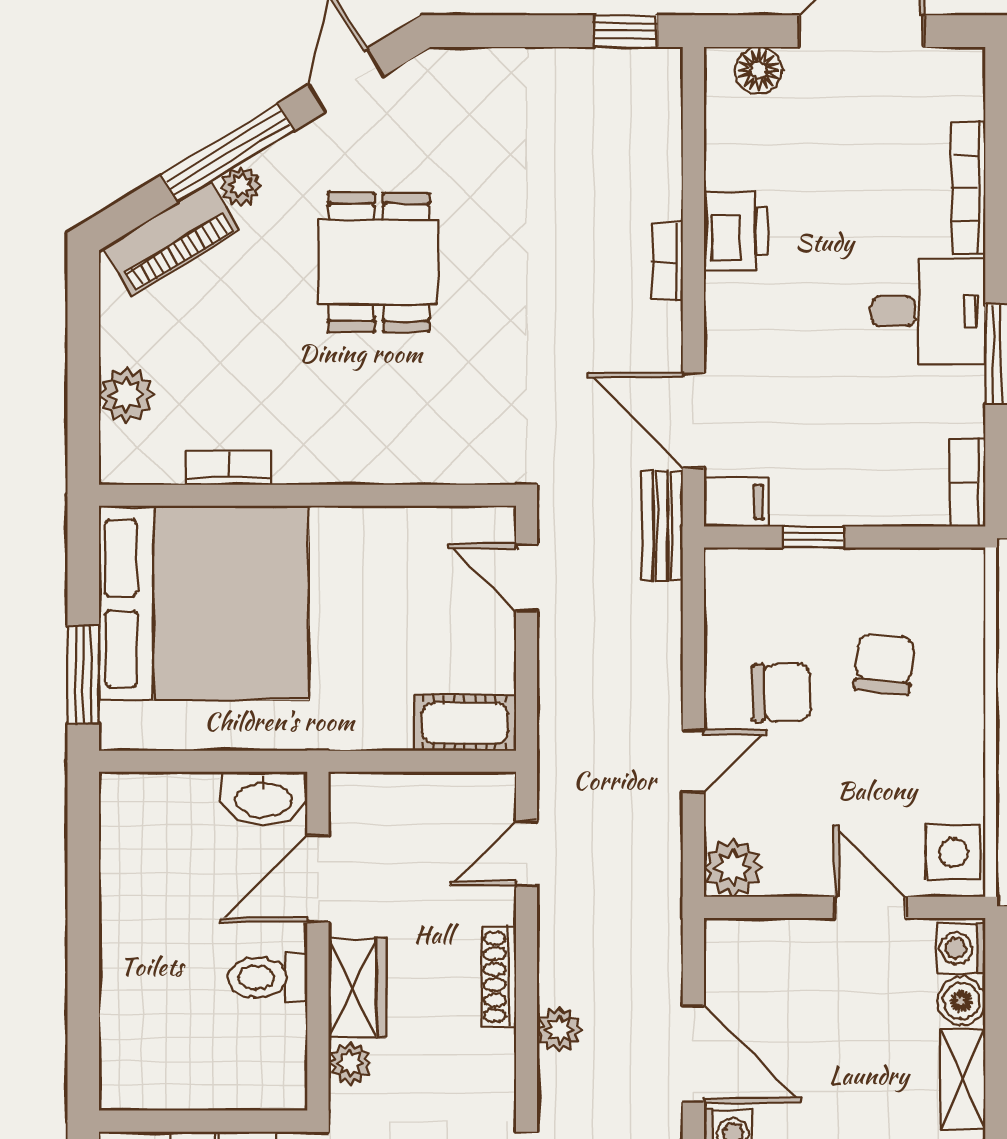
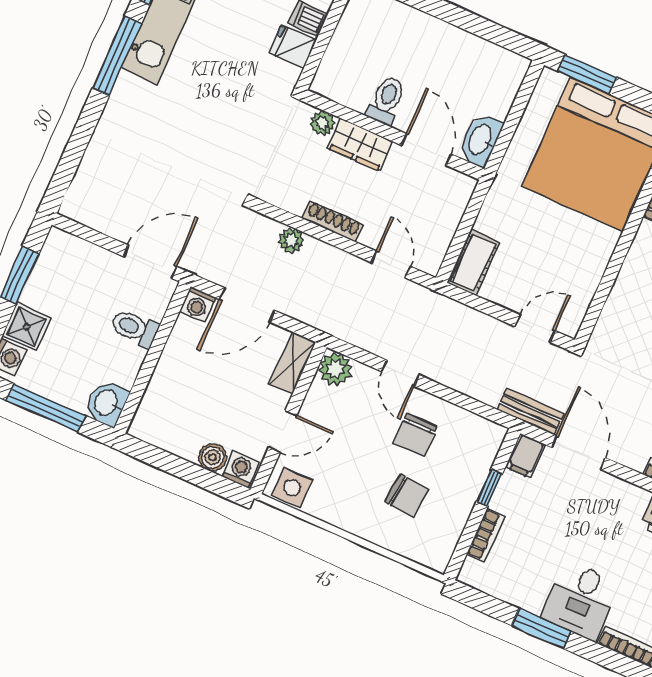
door: (693, 420) -> (578, 452), hinge flipped
bookcase: (968, 483) -> (486, 535), moved, turned 90
shelving: (963, 1079) -> (293, 363), moved, turned 90

